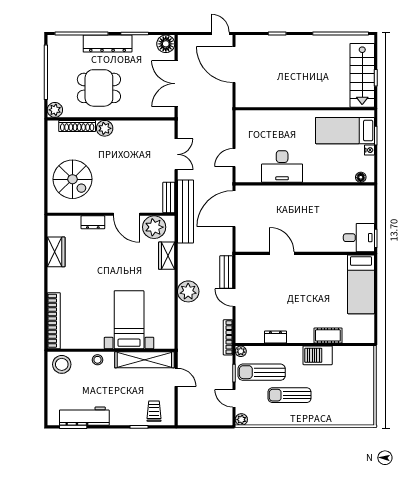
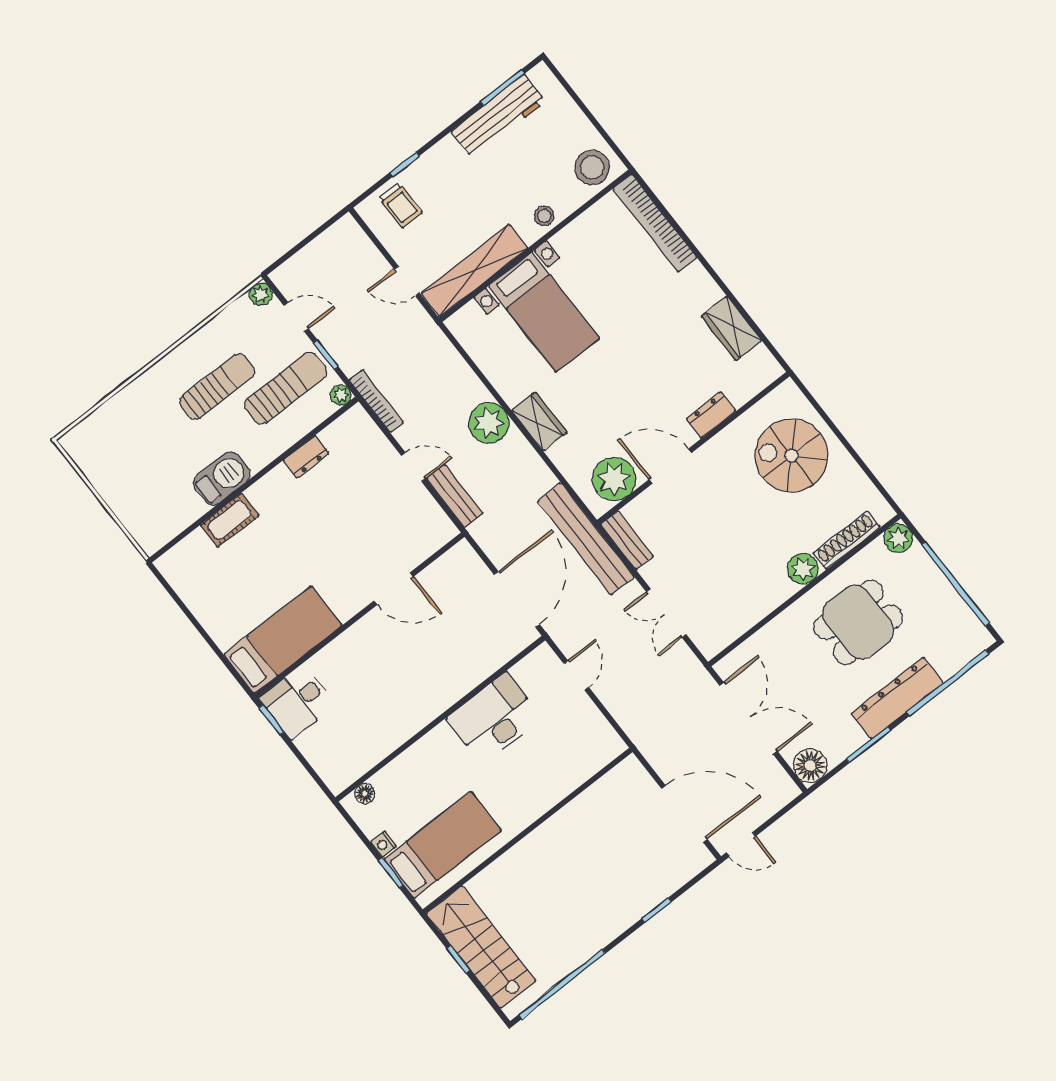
wardrobe: (167, 256) -> (539, 422), moved
bed: (361, 284) -> (283, 640), moved, turned 90

